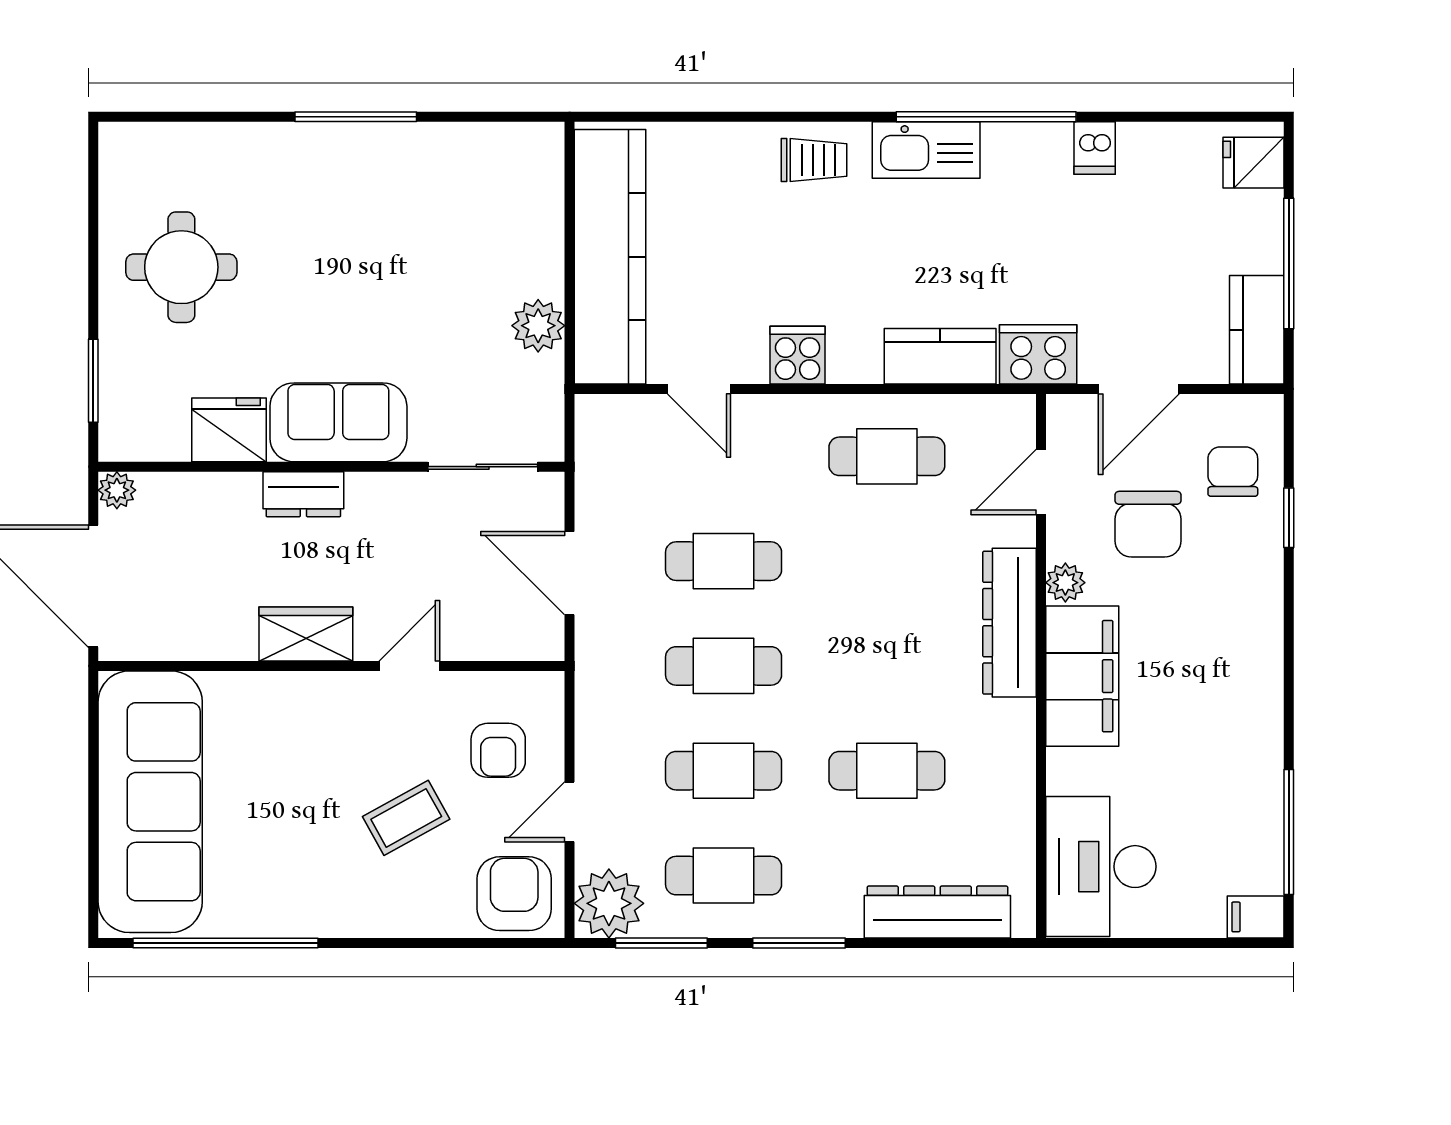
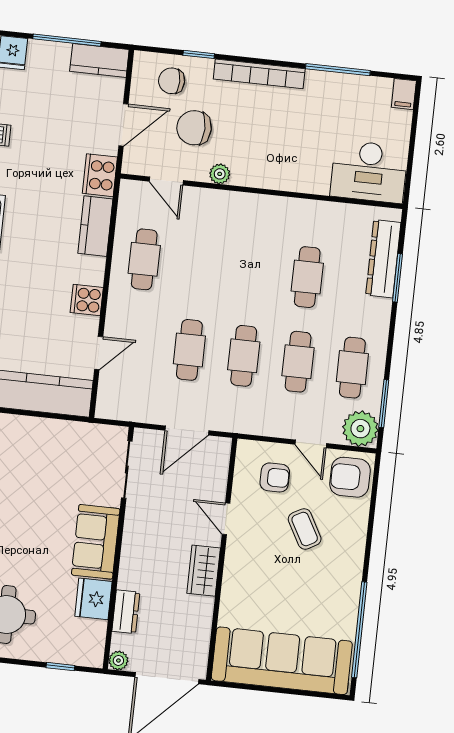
plant: (538, 326) -> (57, 433), removed
window: (93, 381) -> (60, 667), width x0.67
door: (1139, 389) -> (123, 125), hinge flipped
dresser: (303, 494) -> (126, 612), moved
chair: (1148, 524) -> (194, 128), turned 180
dresser: (1009, 623) -> (237, 205), removed
bookcase: (1264, 637) -> (259, 74), added
filing cabinet: (1082, 676) -> (269, 170), removed
window: (1289, 832) -> (338, 70), moved
window: (799, 943) -> (397, 278), moved

